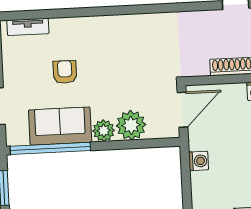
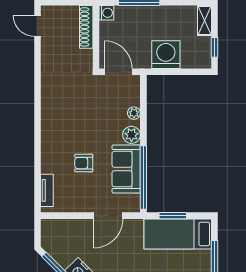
plant: (131, 125) -> (134, 113), width x0.53, depth x0.53
washing machine: (199, 161) -> (166, 55), width x1.89, depth x1.89

